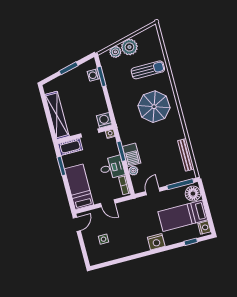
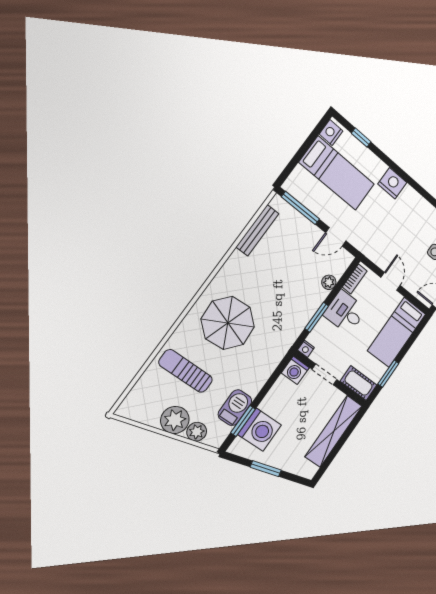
washing machine: (94, 75) -> (260, 430), width x1.89, depth x1.89
barbecue: (132, 155) -> (235, 408), moved
floor lamp: (193, 194) -> (300, 181), removed

